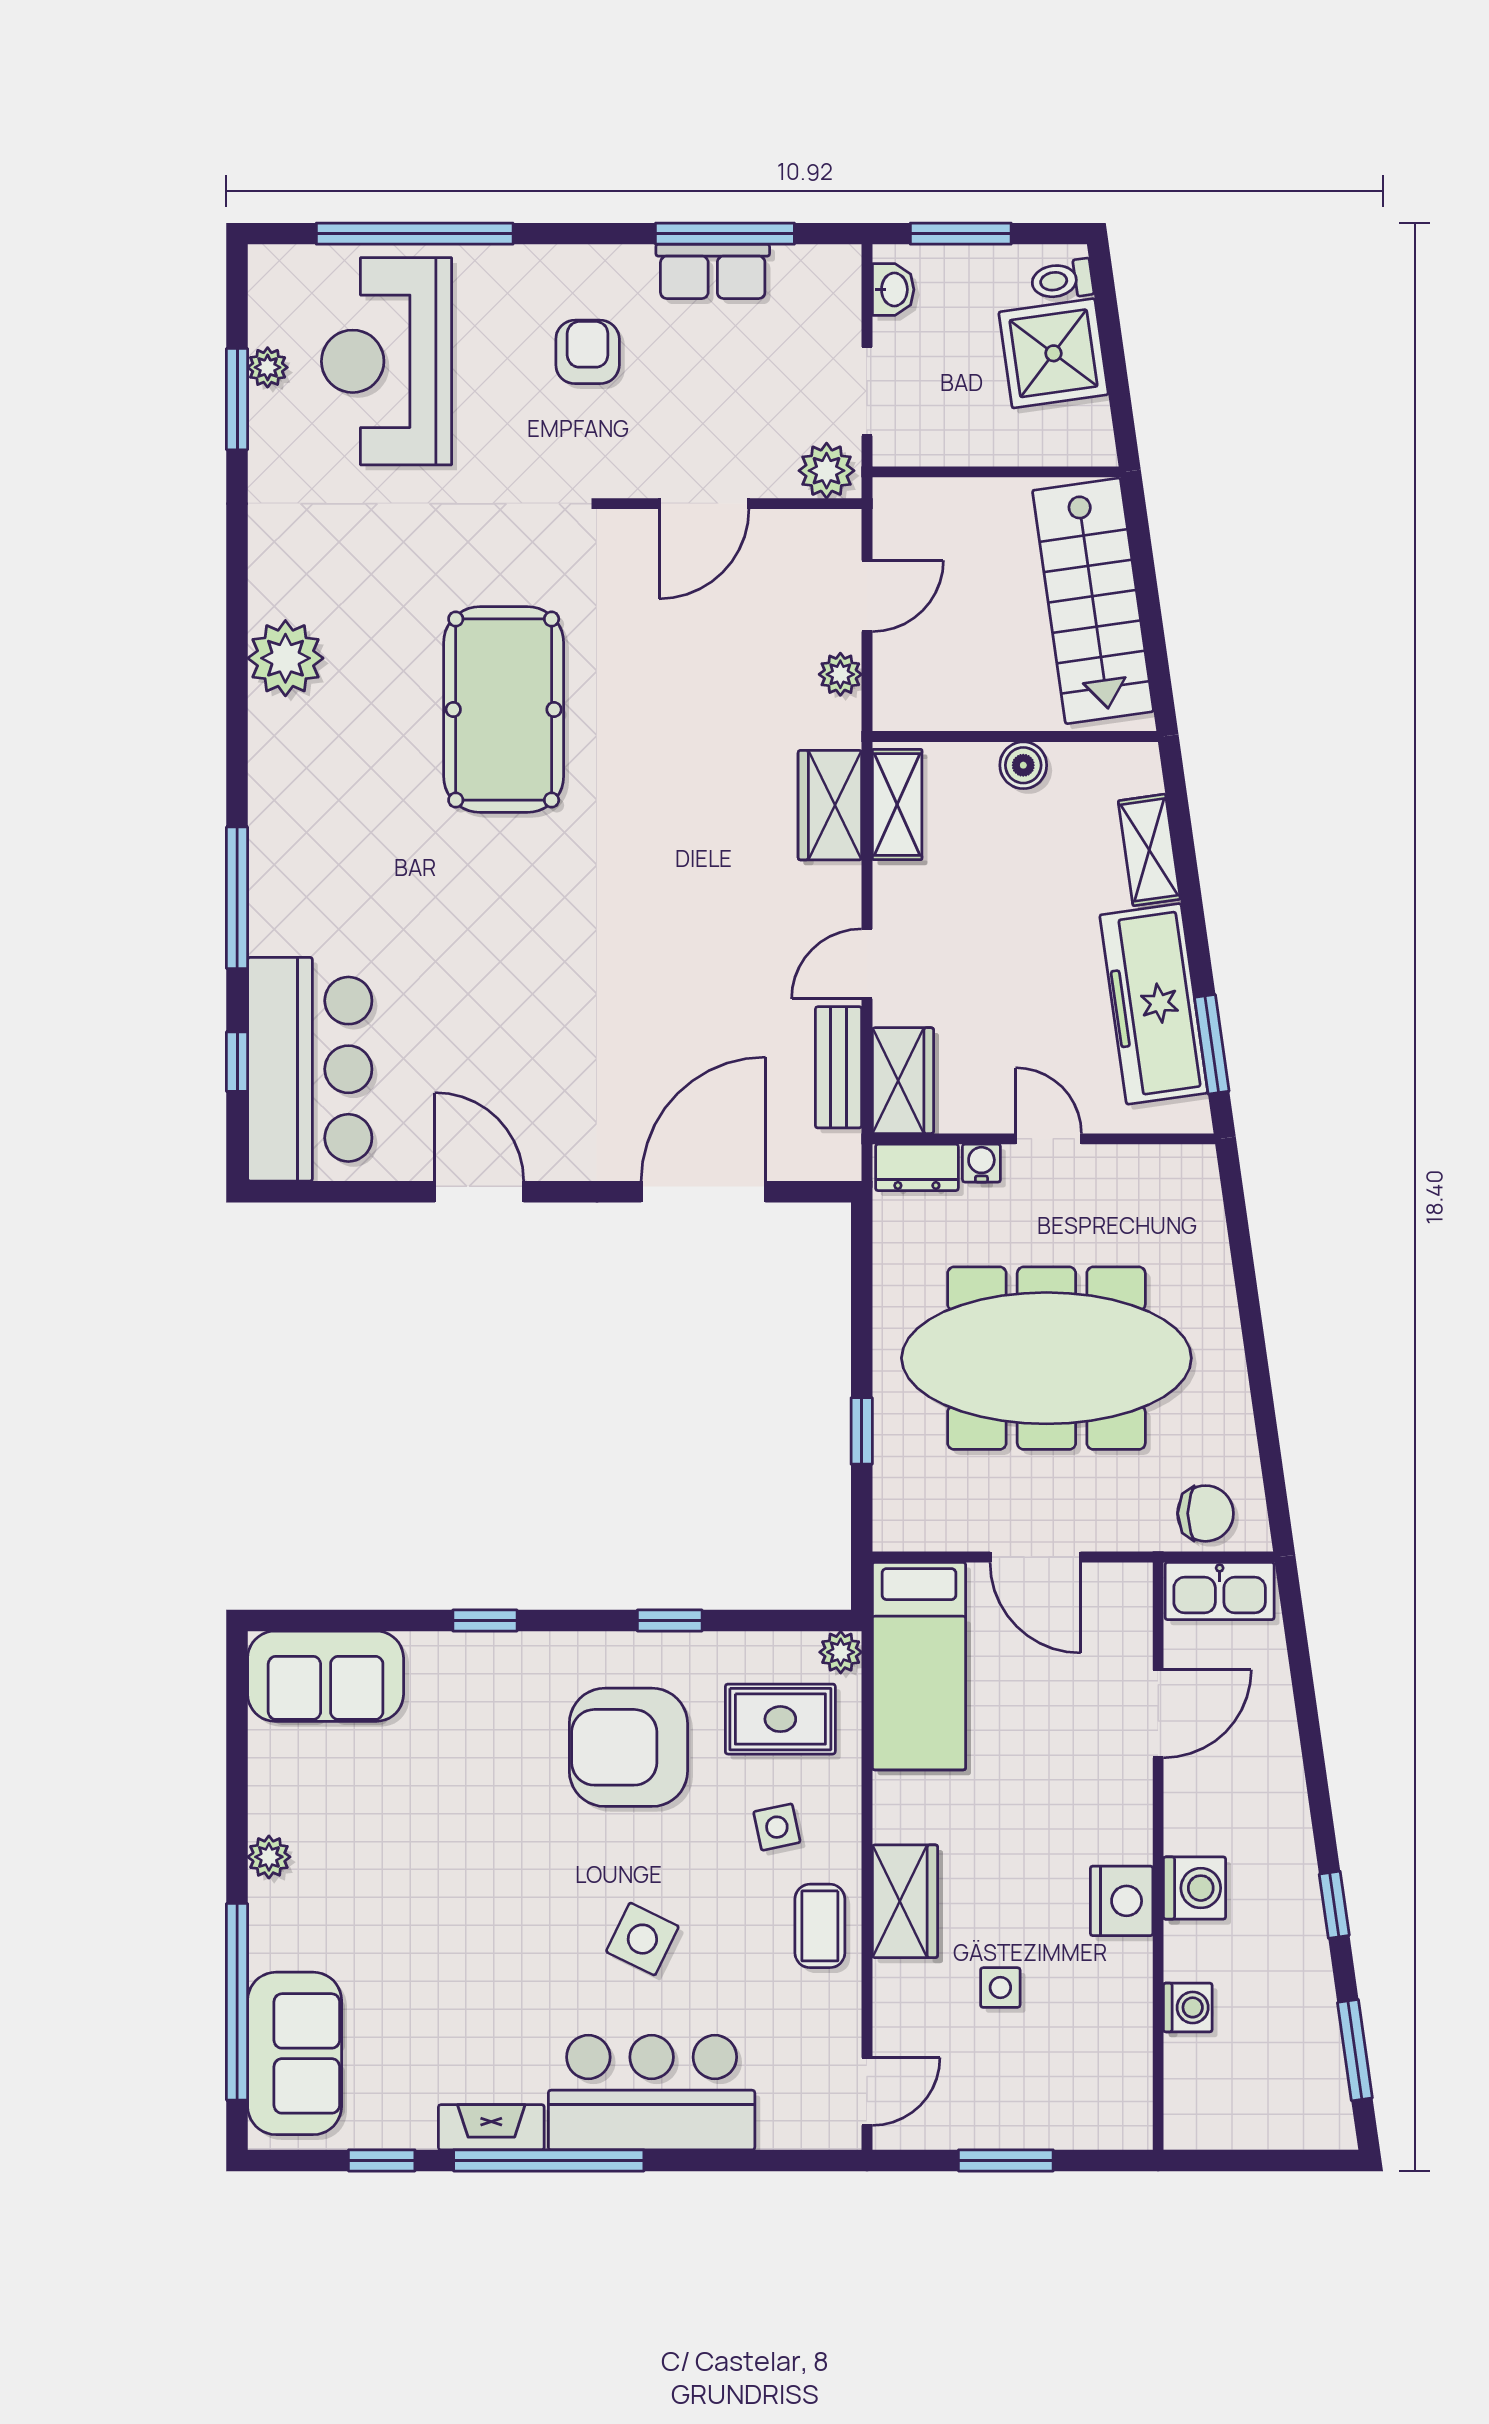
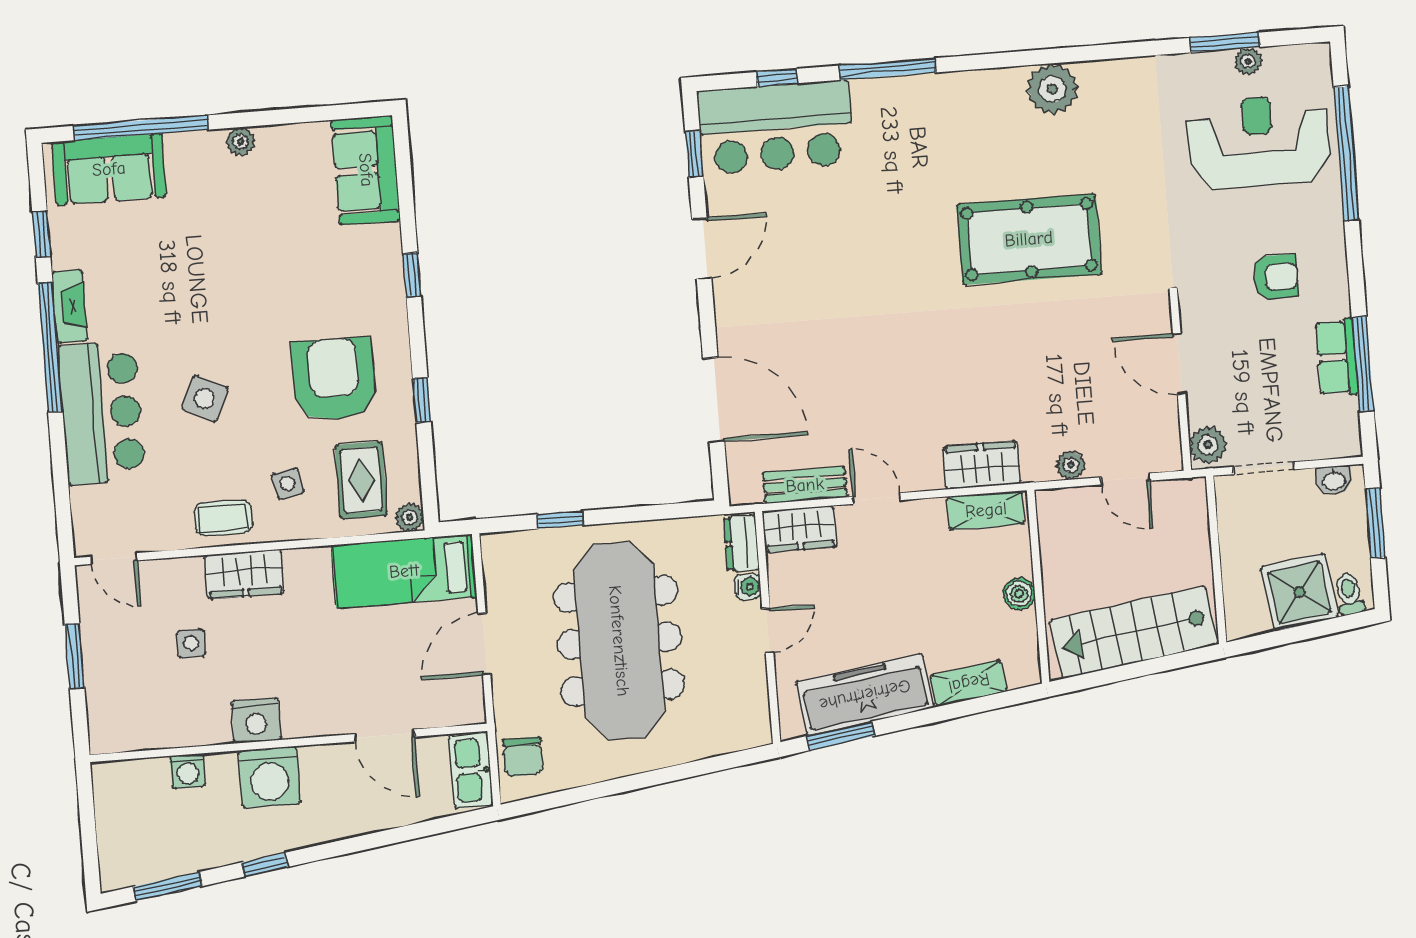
window: (340, 1192) -> (694, 154), added
washing machine: (1195, 1888) -> (269, 777), width x1.37, depth x1.37

